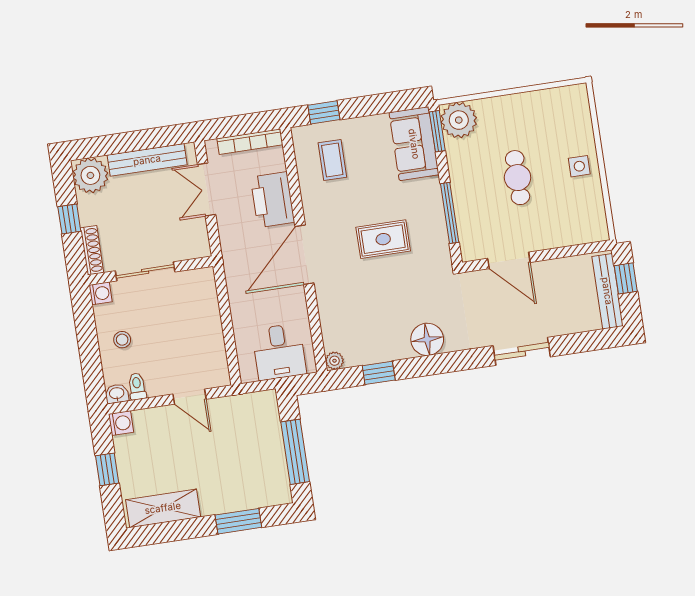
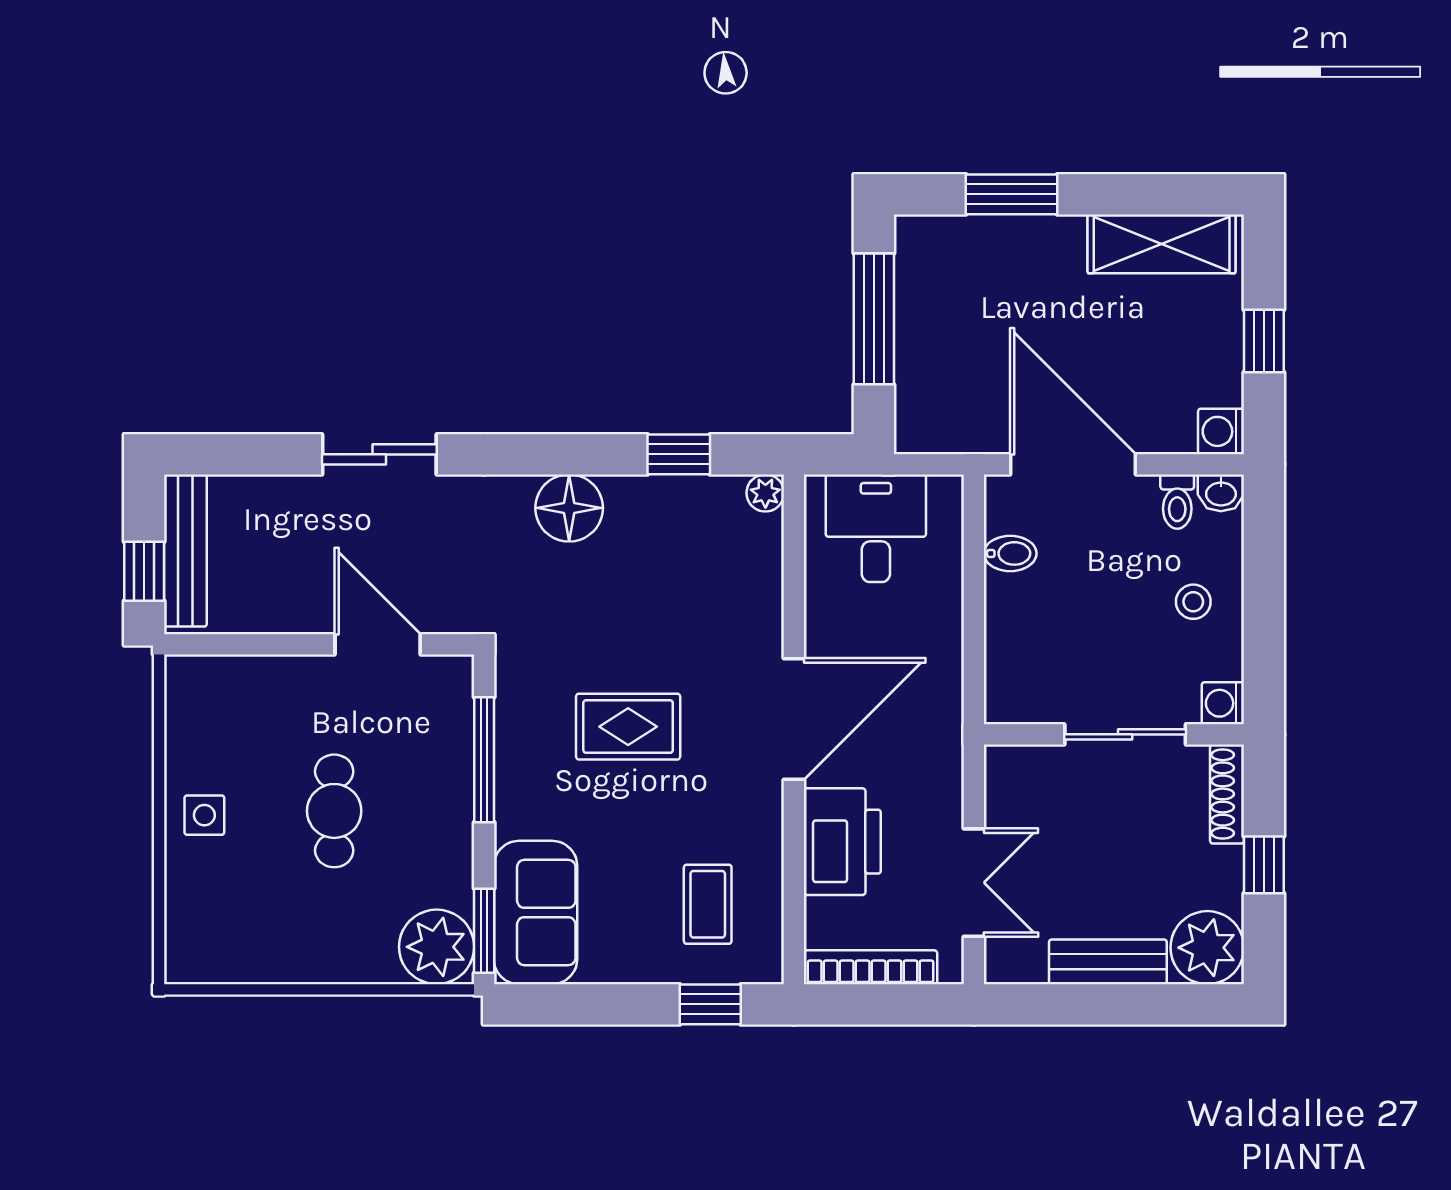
bench: (147, 160) -> (1108, 962), width x0.73
bidet: (213, 349) -> (1010, 553), added
door: (190, 397) -> (1073, 464), width x1.87

